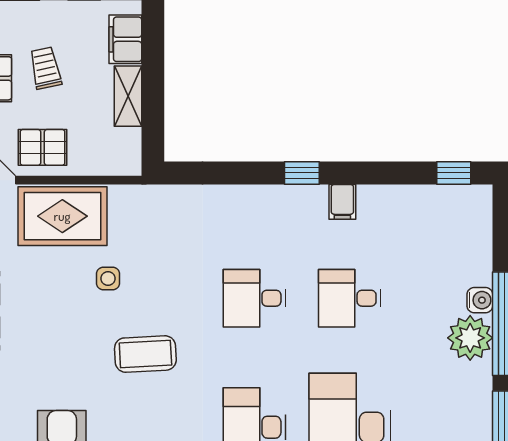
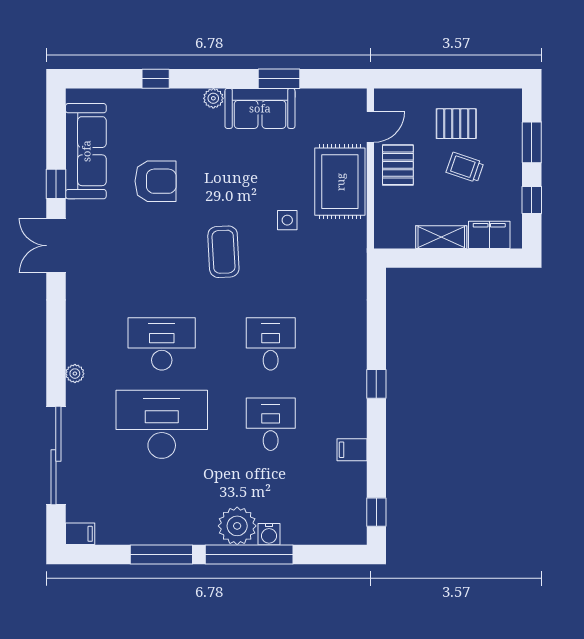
trolley: (45, 68) -> (465, 167), turned -149
filing cabinet: (342, 202) -> (352, 450), moved

